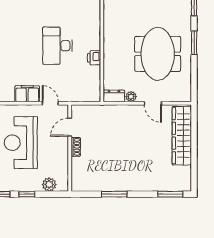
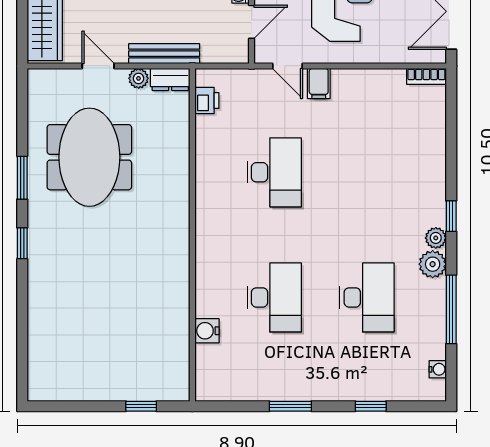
printer: (94, 58) -> (207, 100), moved
filing cabinet: (27, 94) -> (319, 84), width x0.50
bench: (117, 110) -> (164, 54), added

